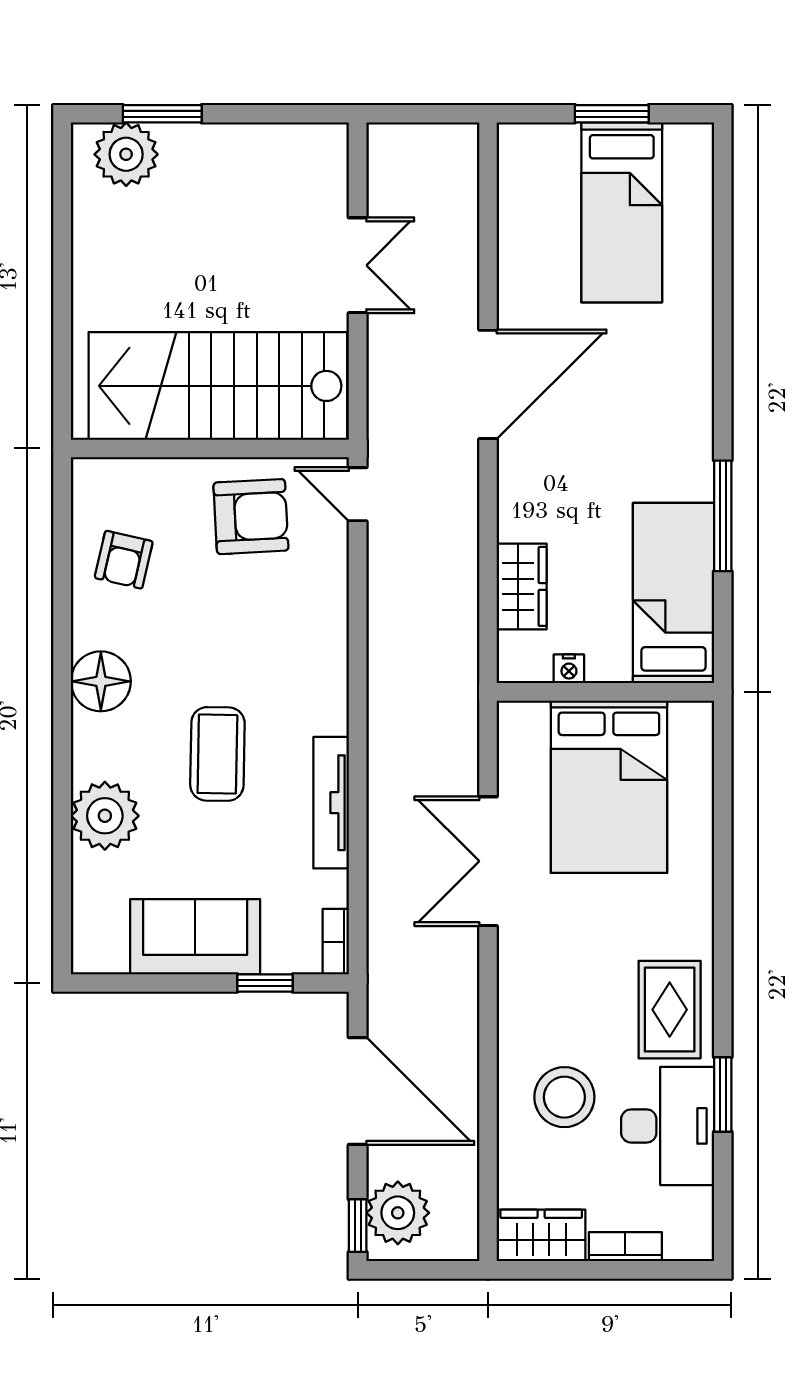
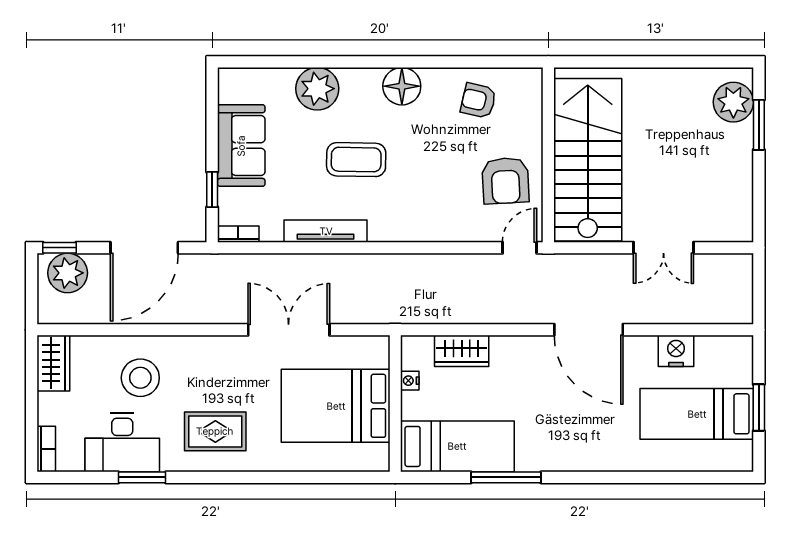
nightstand: (522, 245) -> (676, 351), added
rug: (670, 1010) -> (215, 431), moved
bookcase: (625, 1247) -> (46, 449), moved

